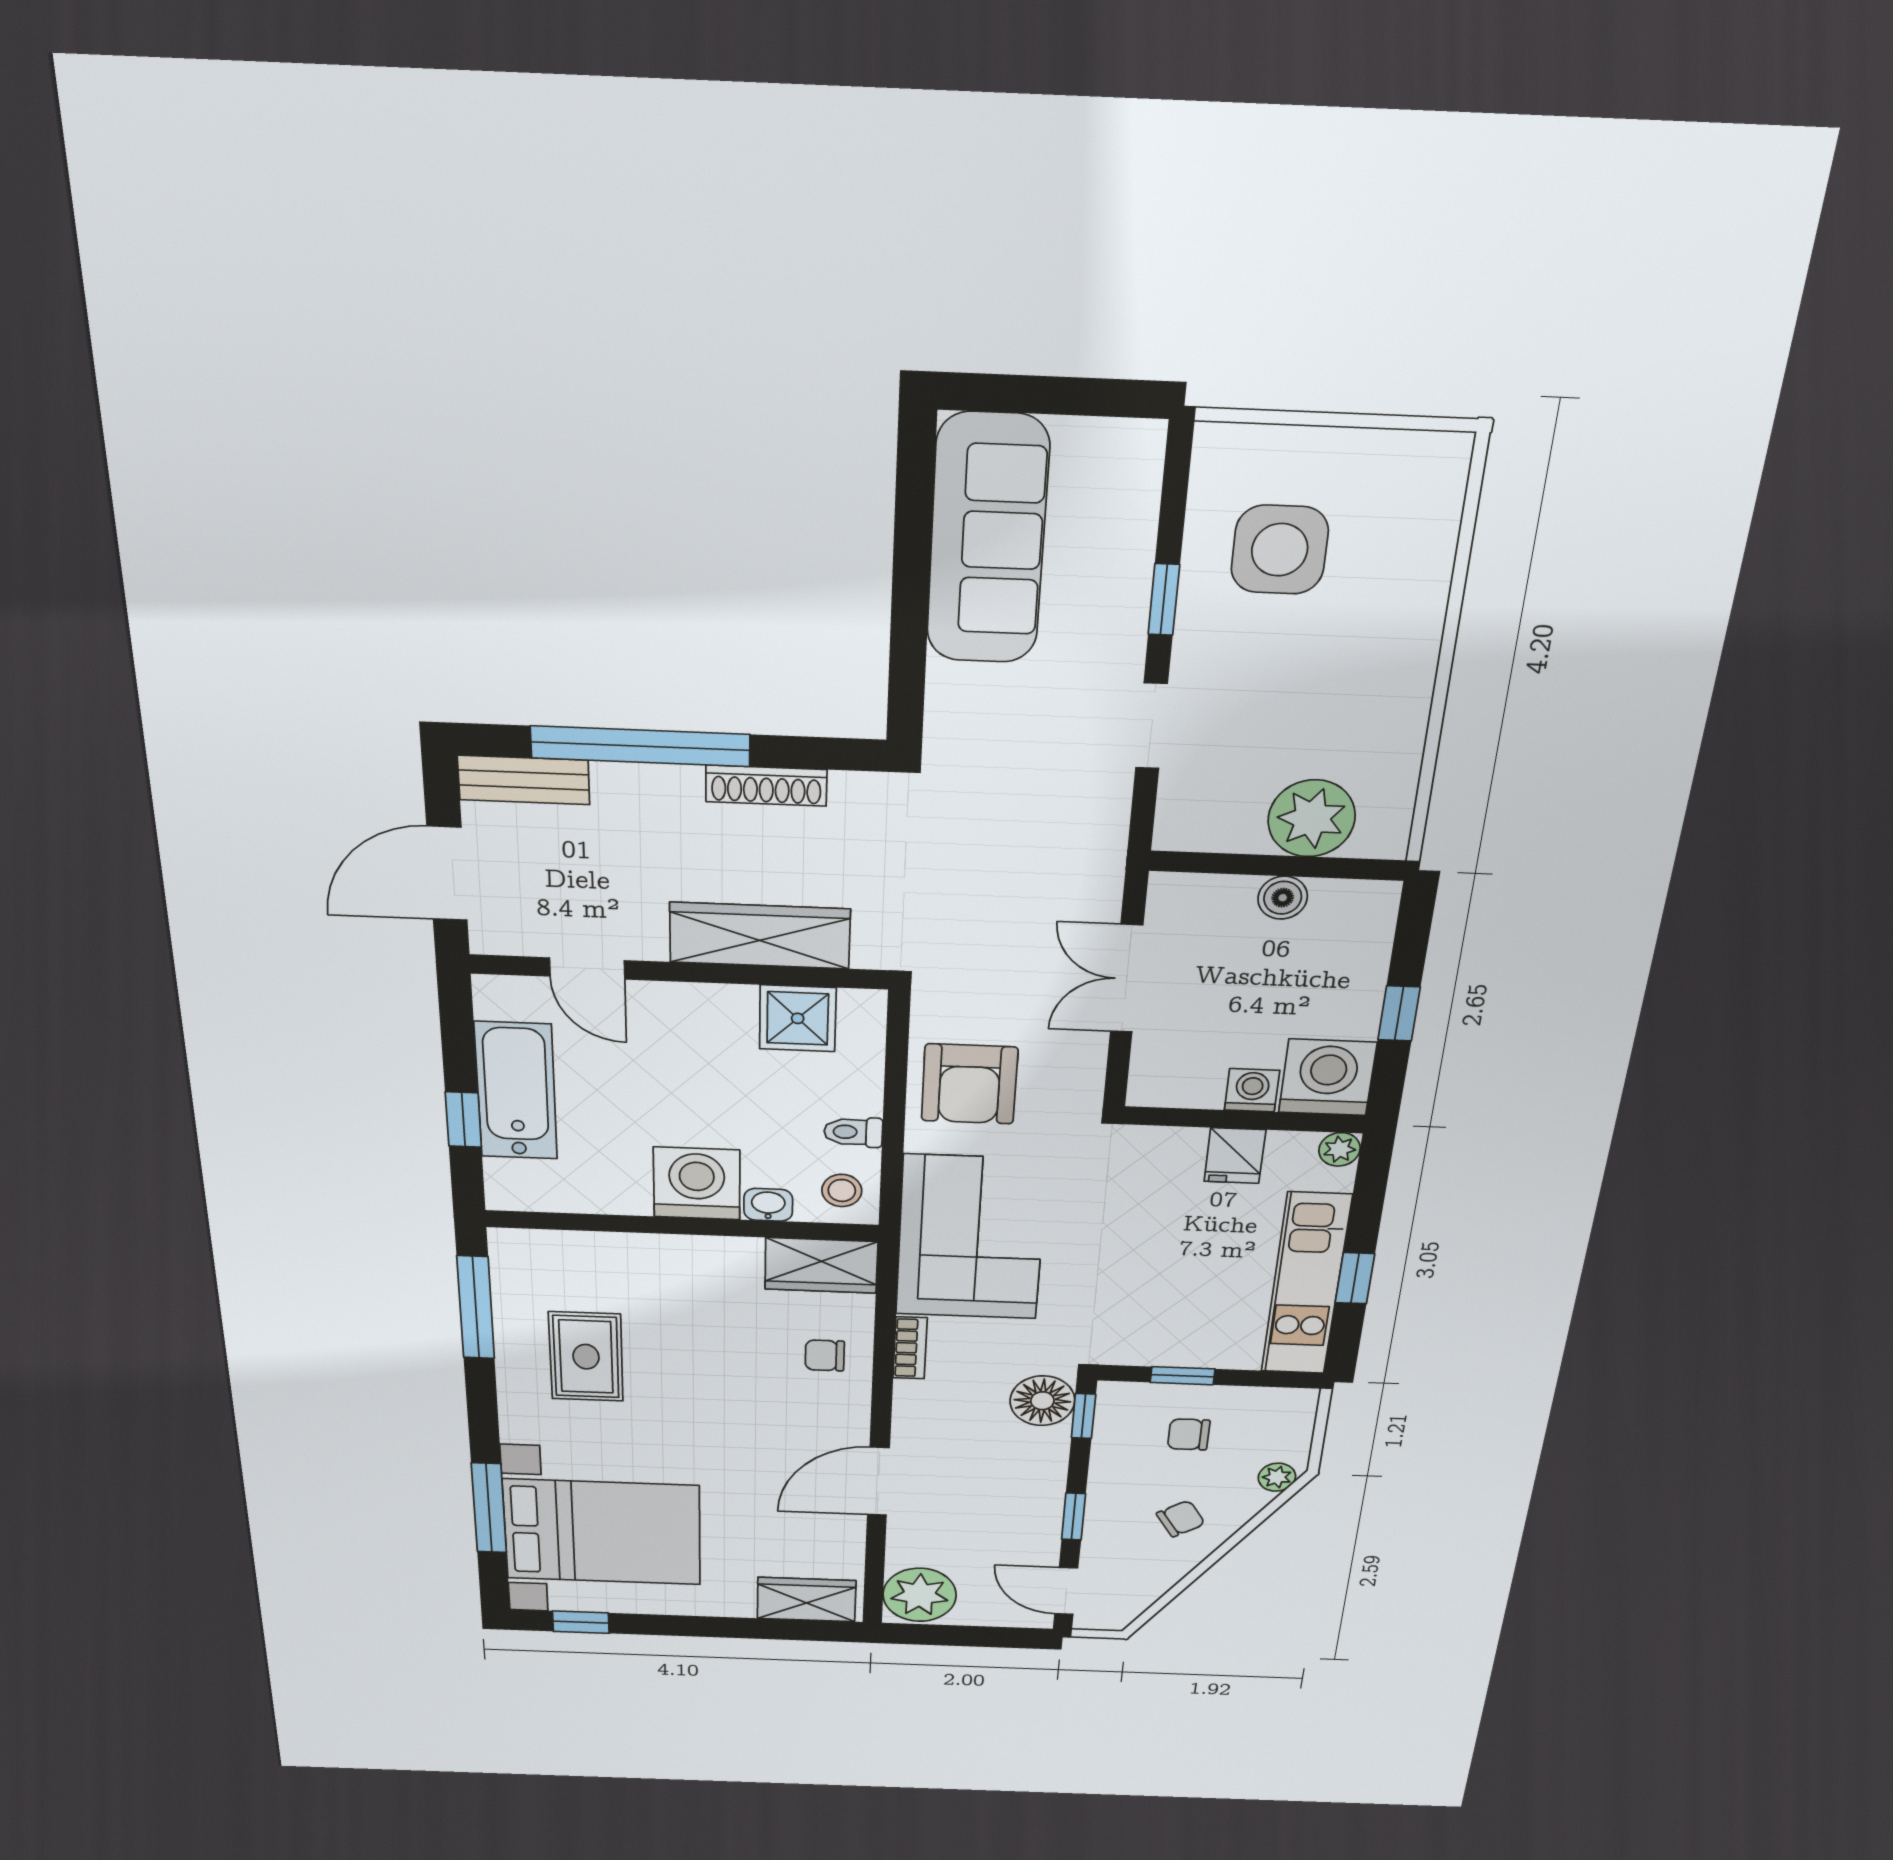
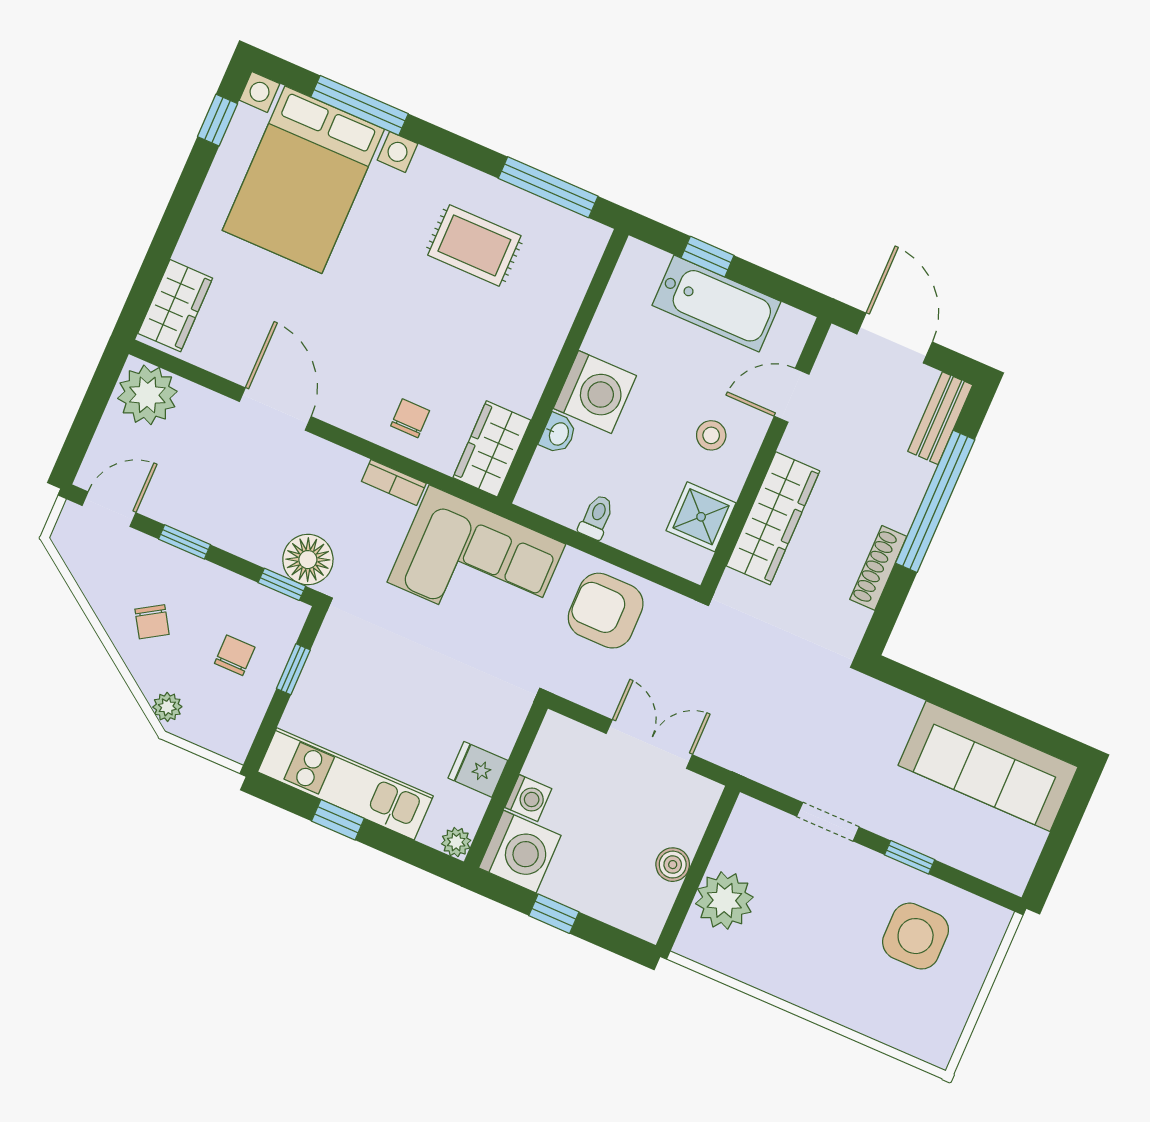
stool: (842, 1191) -> (711, 435), moved

